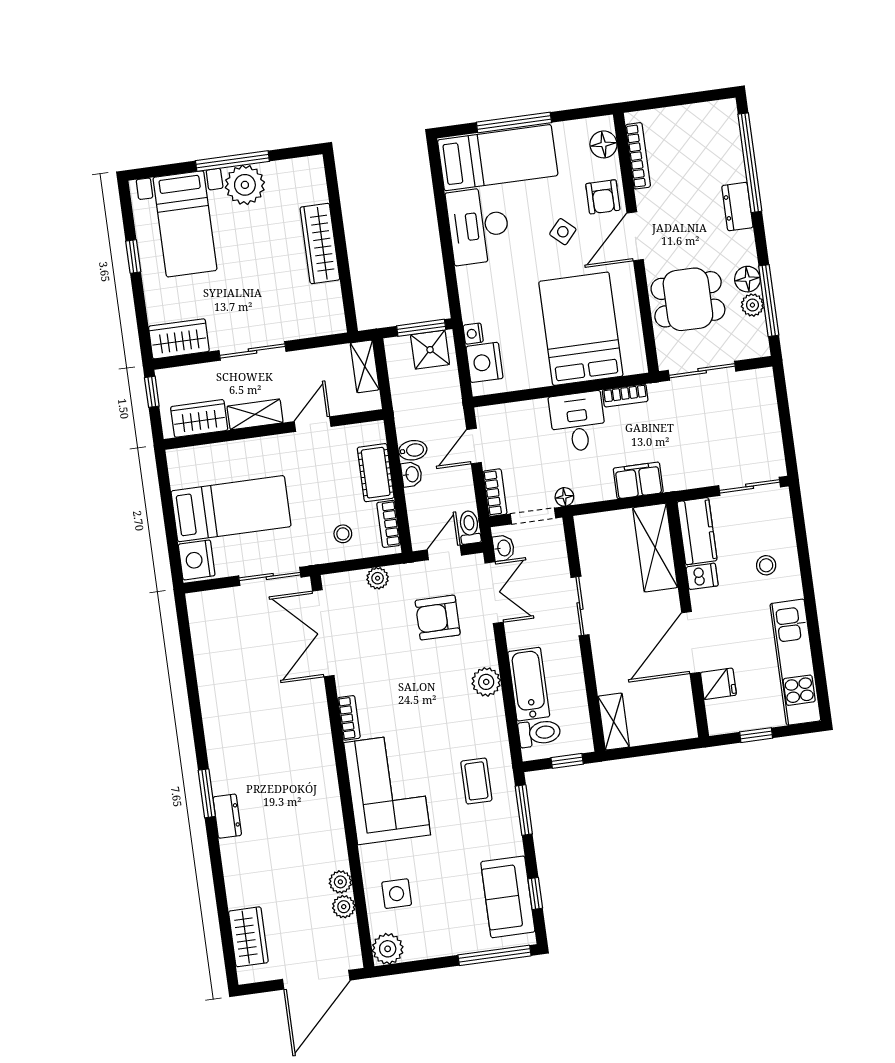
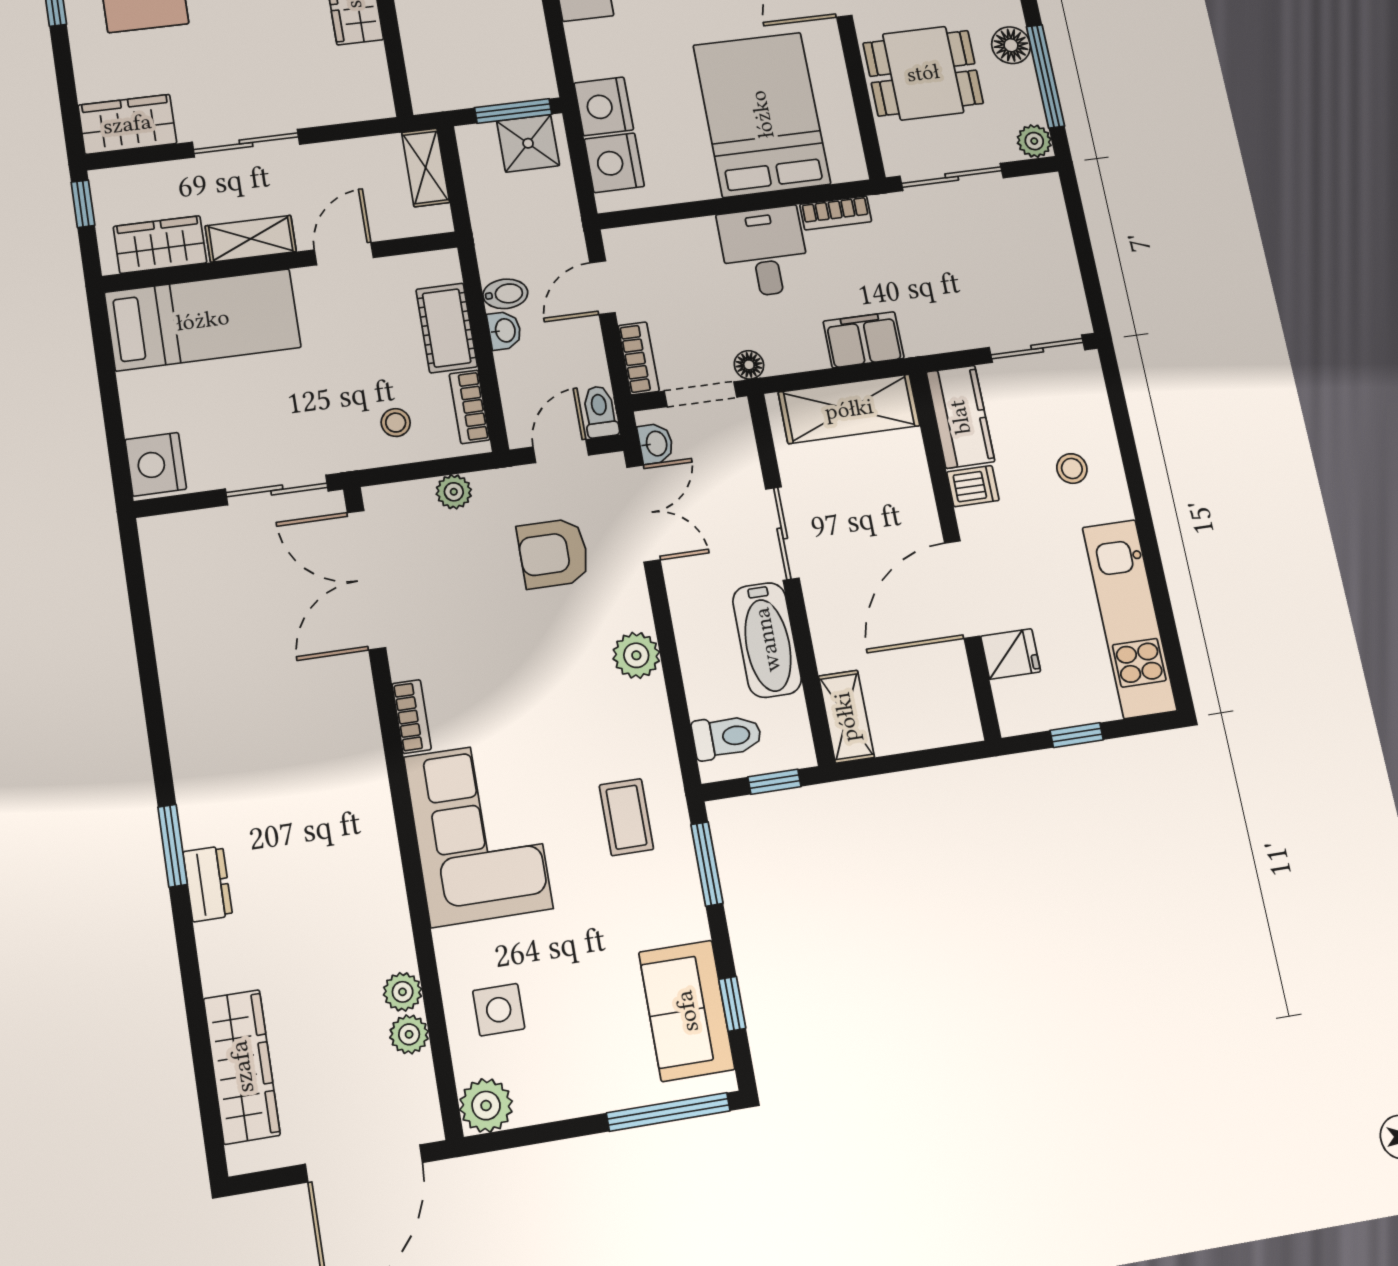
plant: (752, 305) -> (1034, 141), moved
nightstand: (473, 334) -> (604, 106), width x1.89, depth x1.79
bed: (231, 509) -> (203, 320), moved
shelving: (655, 548) -> (849, 409), moved, turned 90
bathtub: (529, 684) -> (767, 640), moved, turned 180
wardrobe: (248, 937) -> (242, 1067), width x1.50

